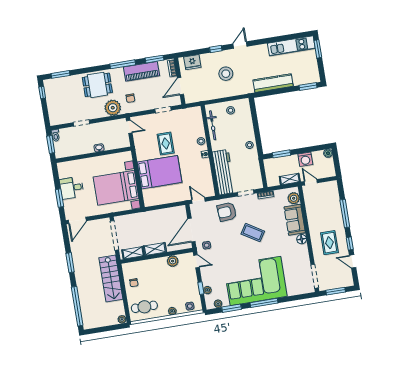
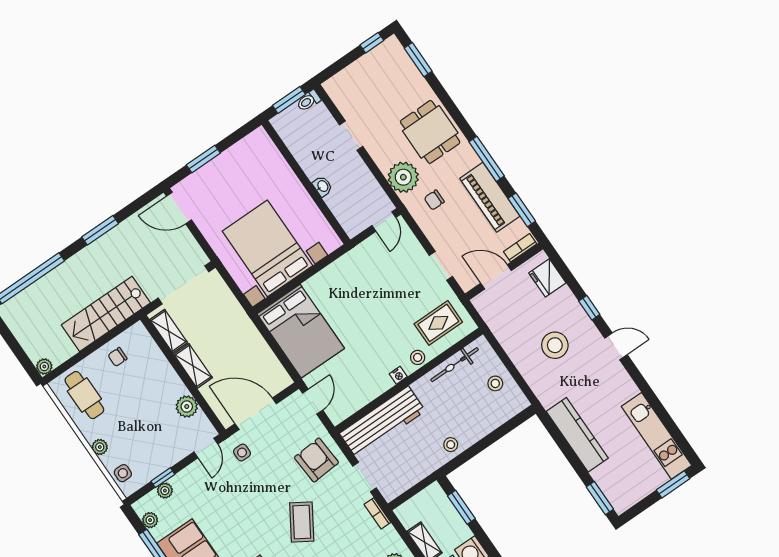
rug: (166, 144) -> (438, 323), moved
bed: (159, 172) -> (301, 331), moved
desk: (72, 188) -> (231, 172), removed

